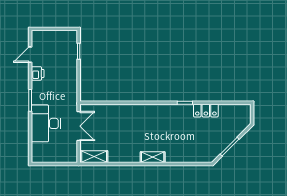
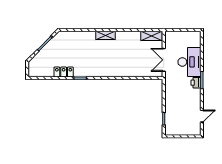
printer: (38, 73) -> (196, 83), moved

